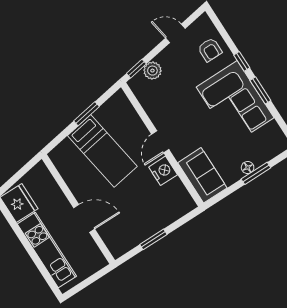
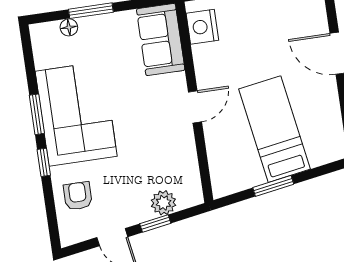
window: (136, 69) -> (155, 223), moved
floor lamp: (248, 167) -> (69, 27), moved
nightstand: (163, 171) -> (202, 27), moved

